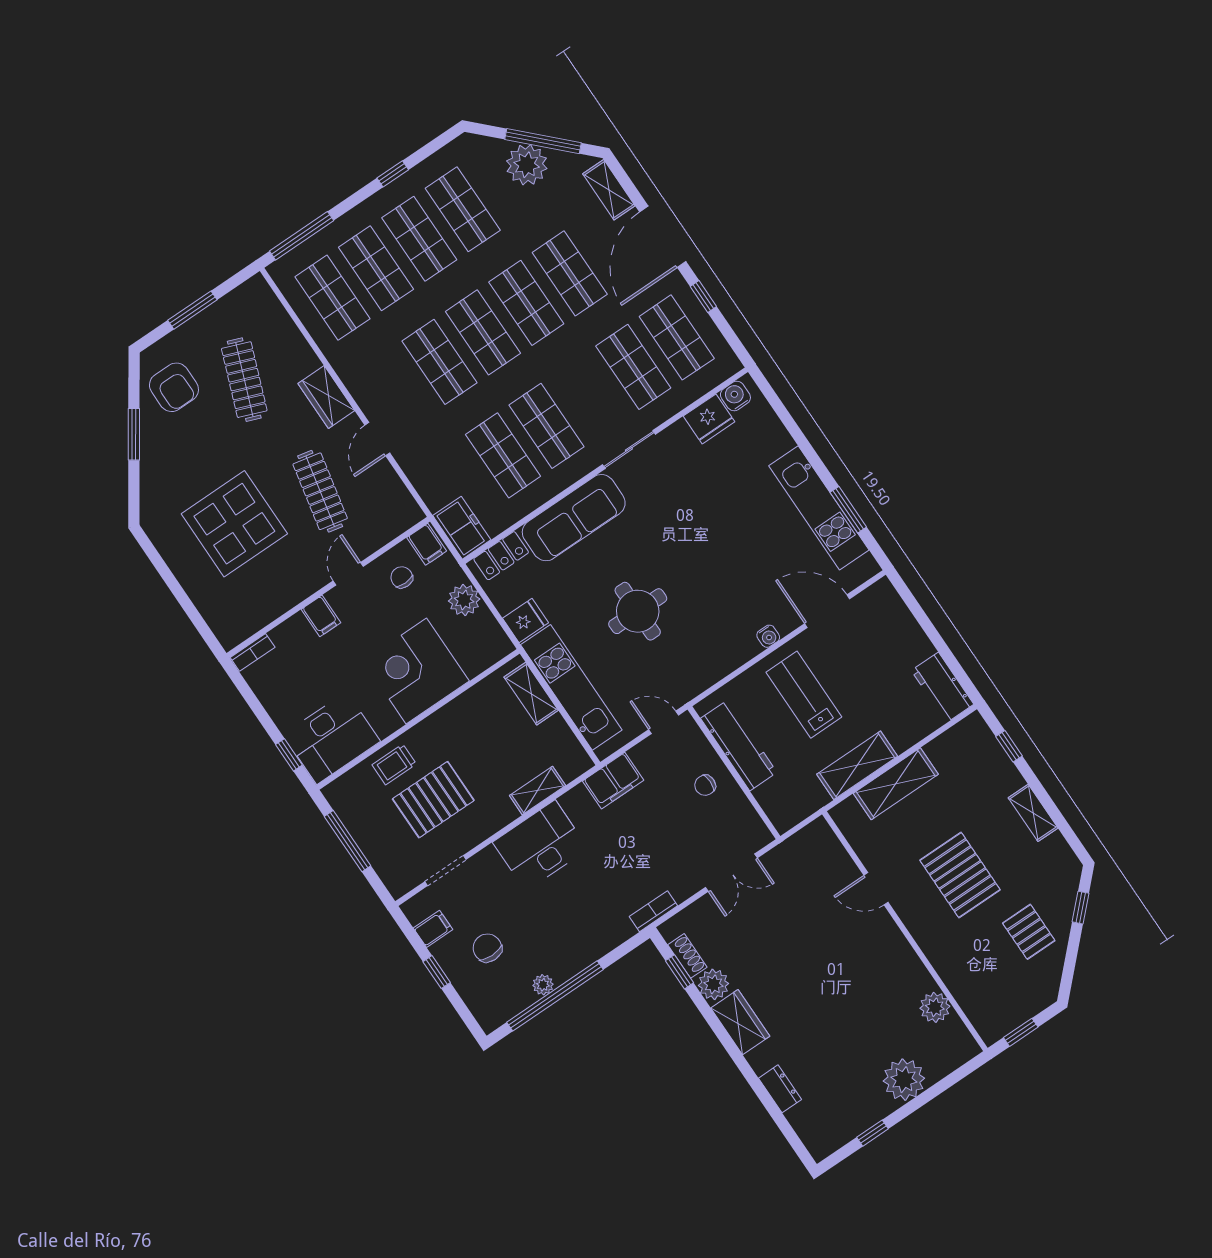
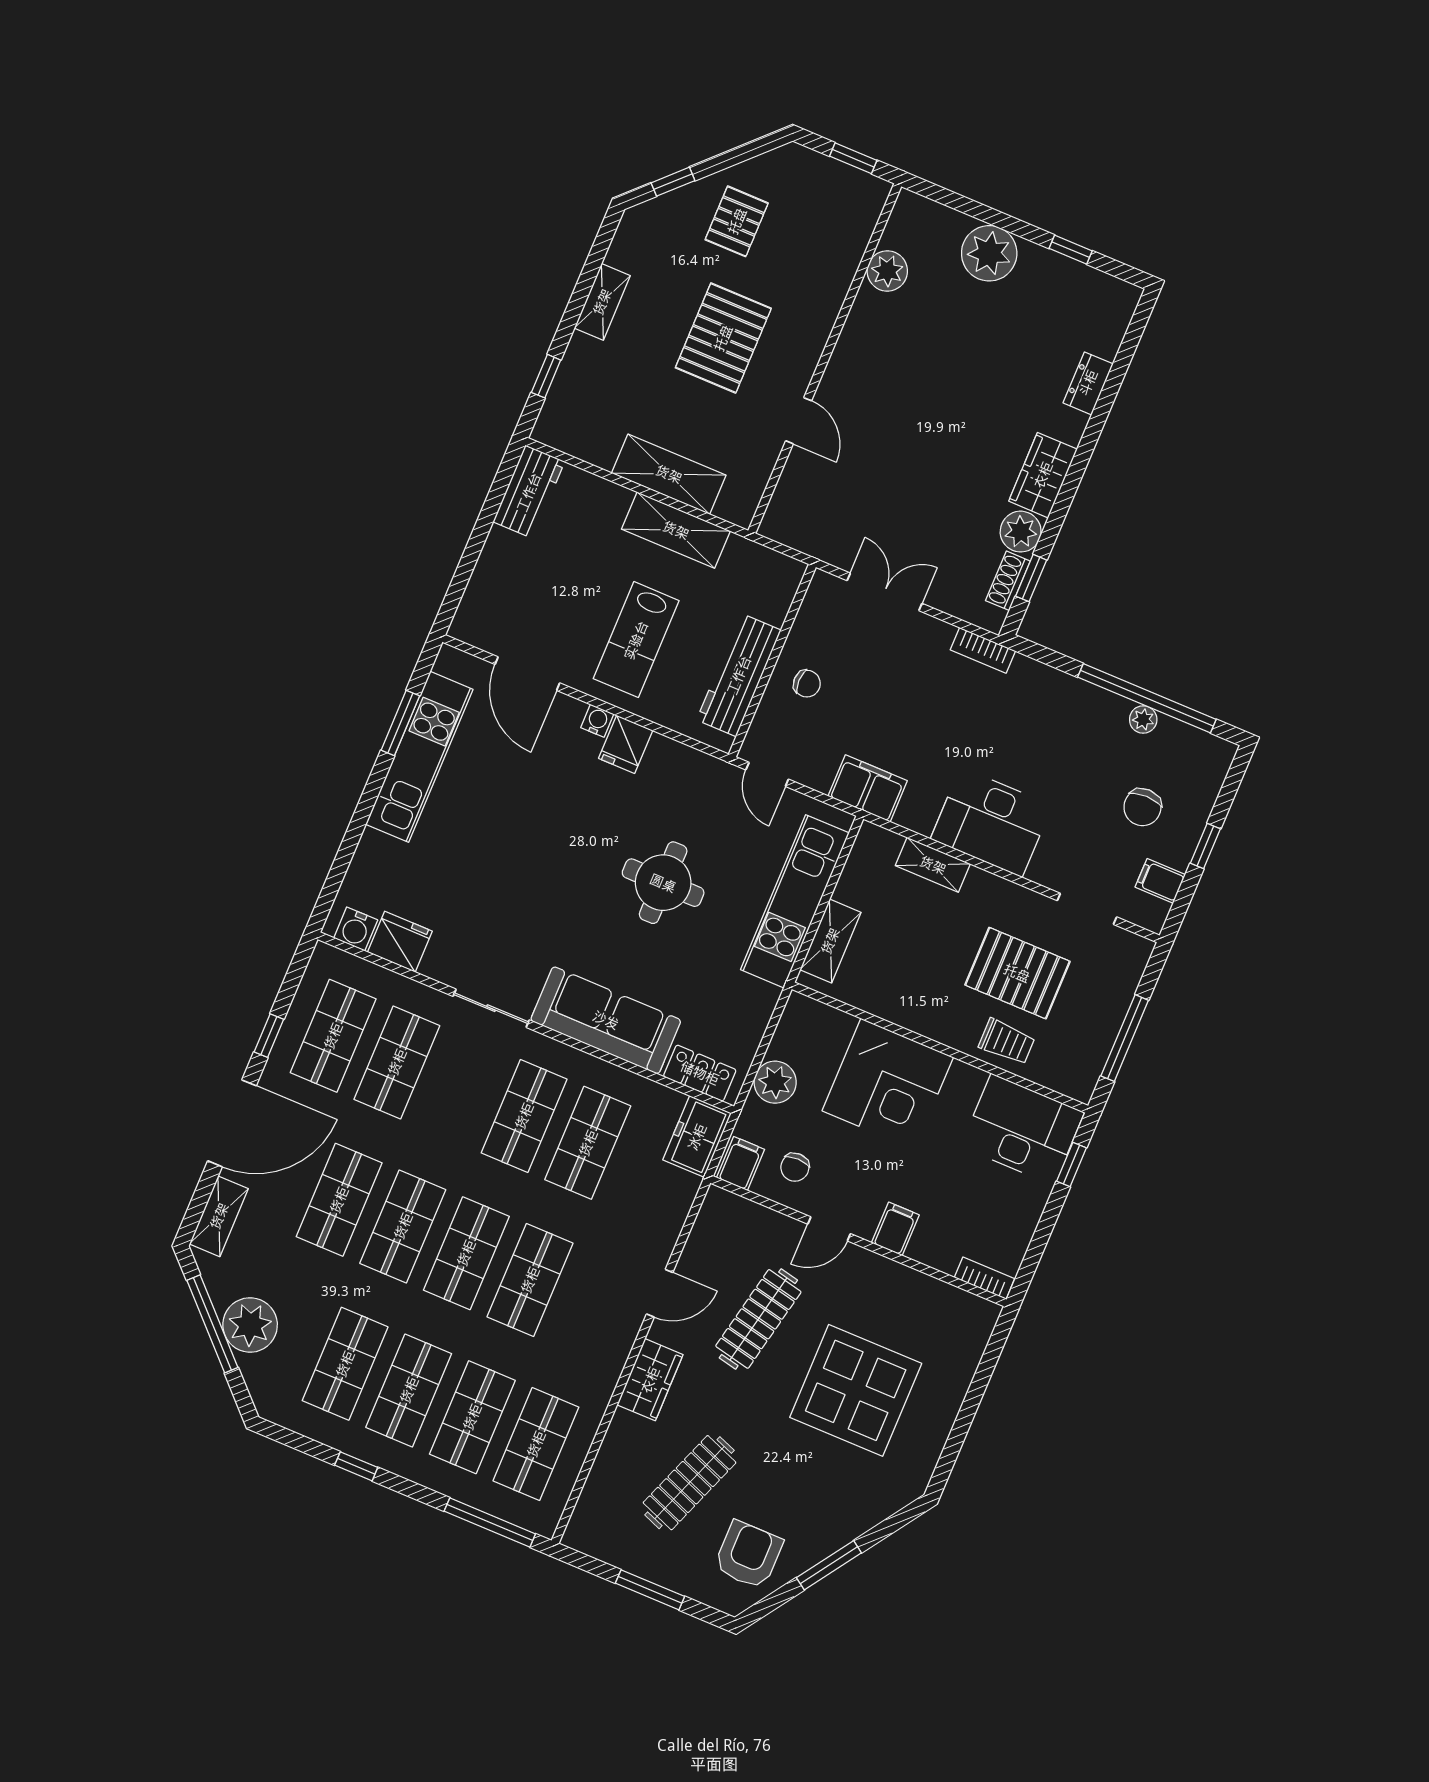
fridge: (526, 620) -> (626, 744), moved, turned -90

